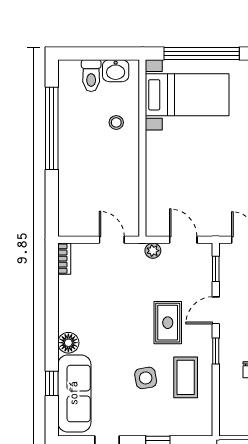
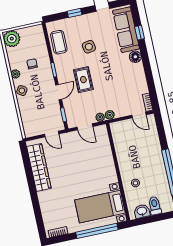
door: (112, 240) -> (139, 115), moved
plant: (135, 251) -> (110, 115), added
coffee table: (186, 377) -> (59, 42), moved

